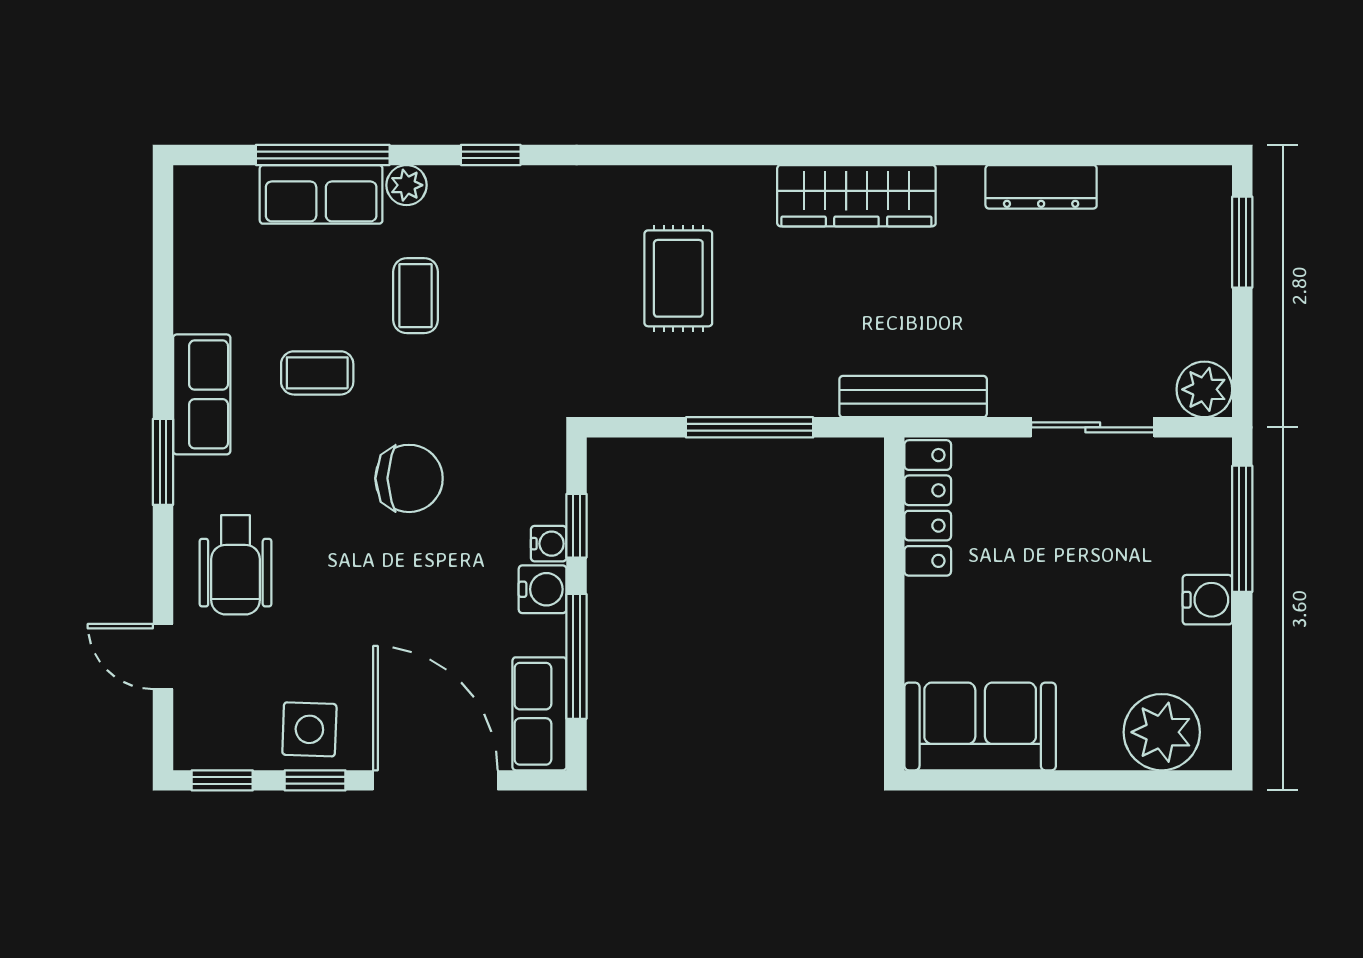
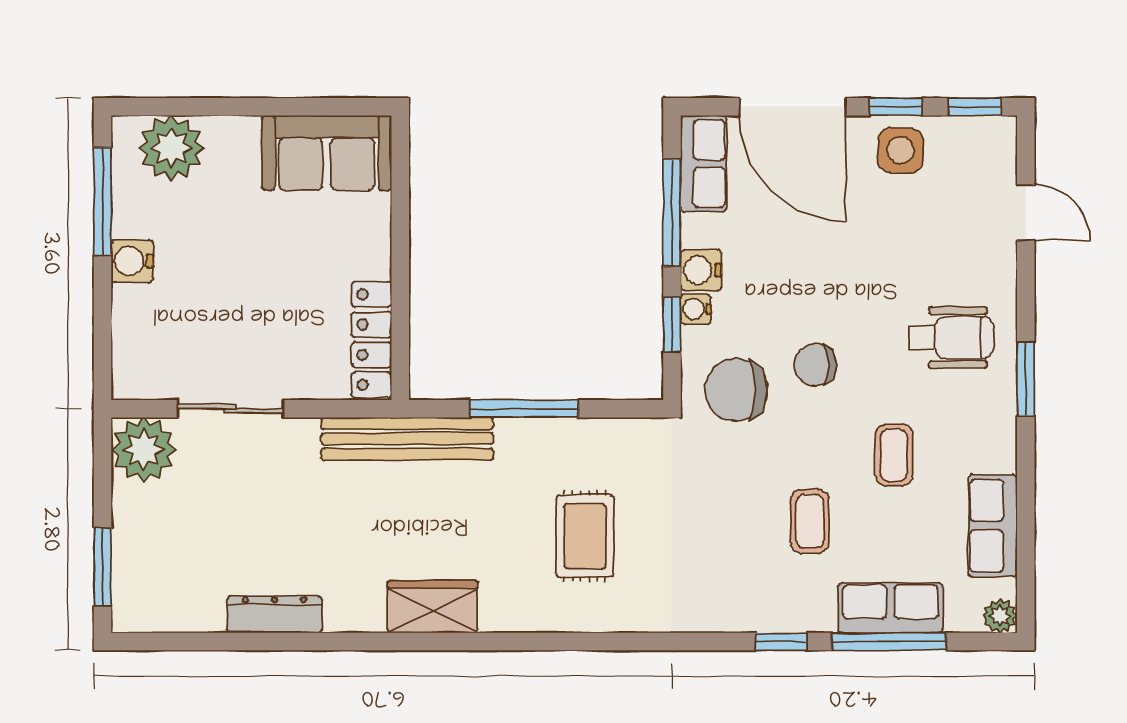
window: (491, 155) -> (781, 642), moved
plant: (407, 185) -> (1000, 616), moved
wardrobe: (856, 196) -> (433, 607), width x0.67
coffee table: (317, 373) -> (894, 455), turned 90
plant: (1204, 389) -> (144, 450), width x1.36, depth x1.36
row of seats: (202, 394) -> (993, 526), moved
bench: (913, 397) -> (407, 439), width x1.37, depth x1.21
chair: (501, 449) -> (736, 390), added
chair: (409, 478) -> (815, 365), width x0.73, depth x0.73
window: (1242, 529) -> (103, 201), moved
wheelchair: (235, 565) -> (951, 338), moved, turned 90

